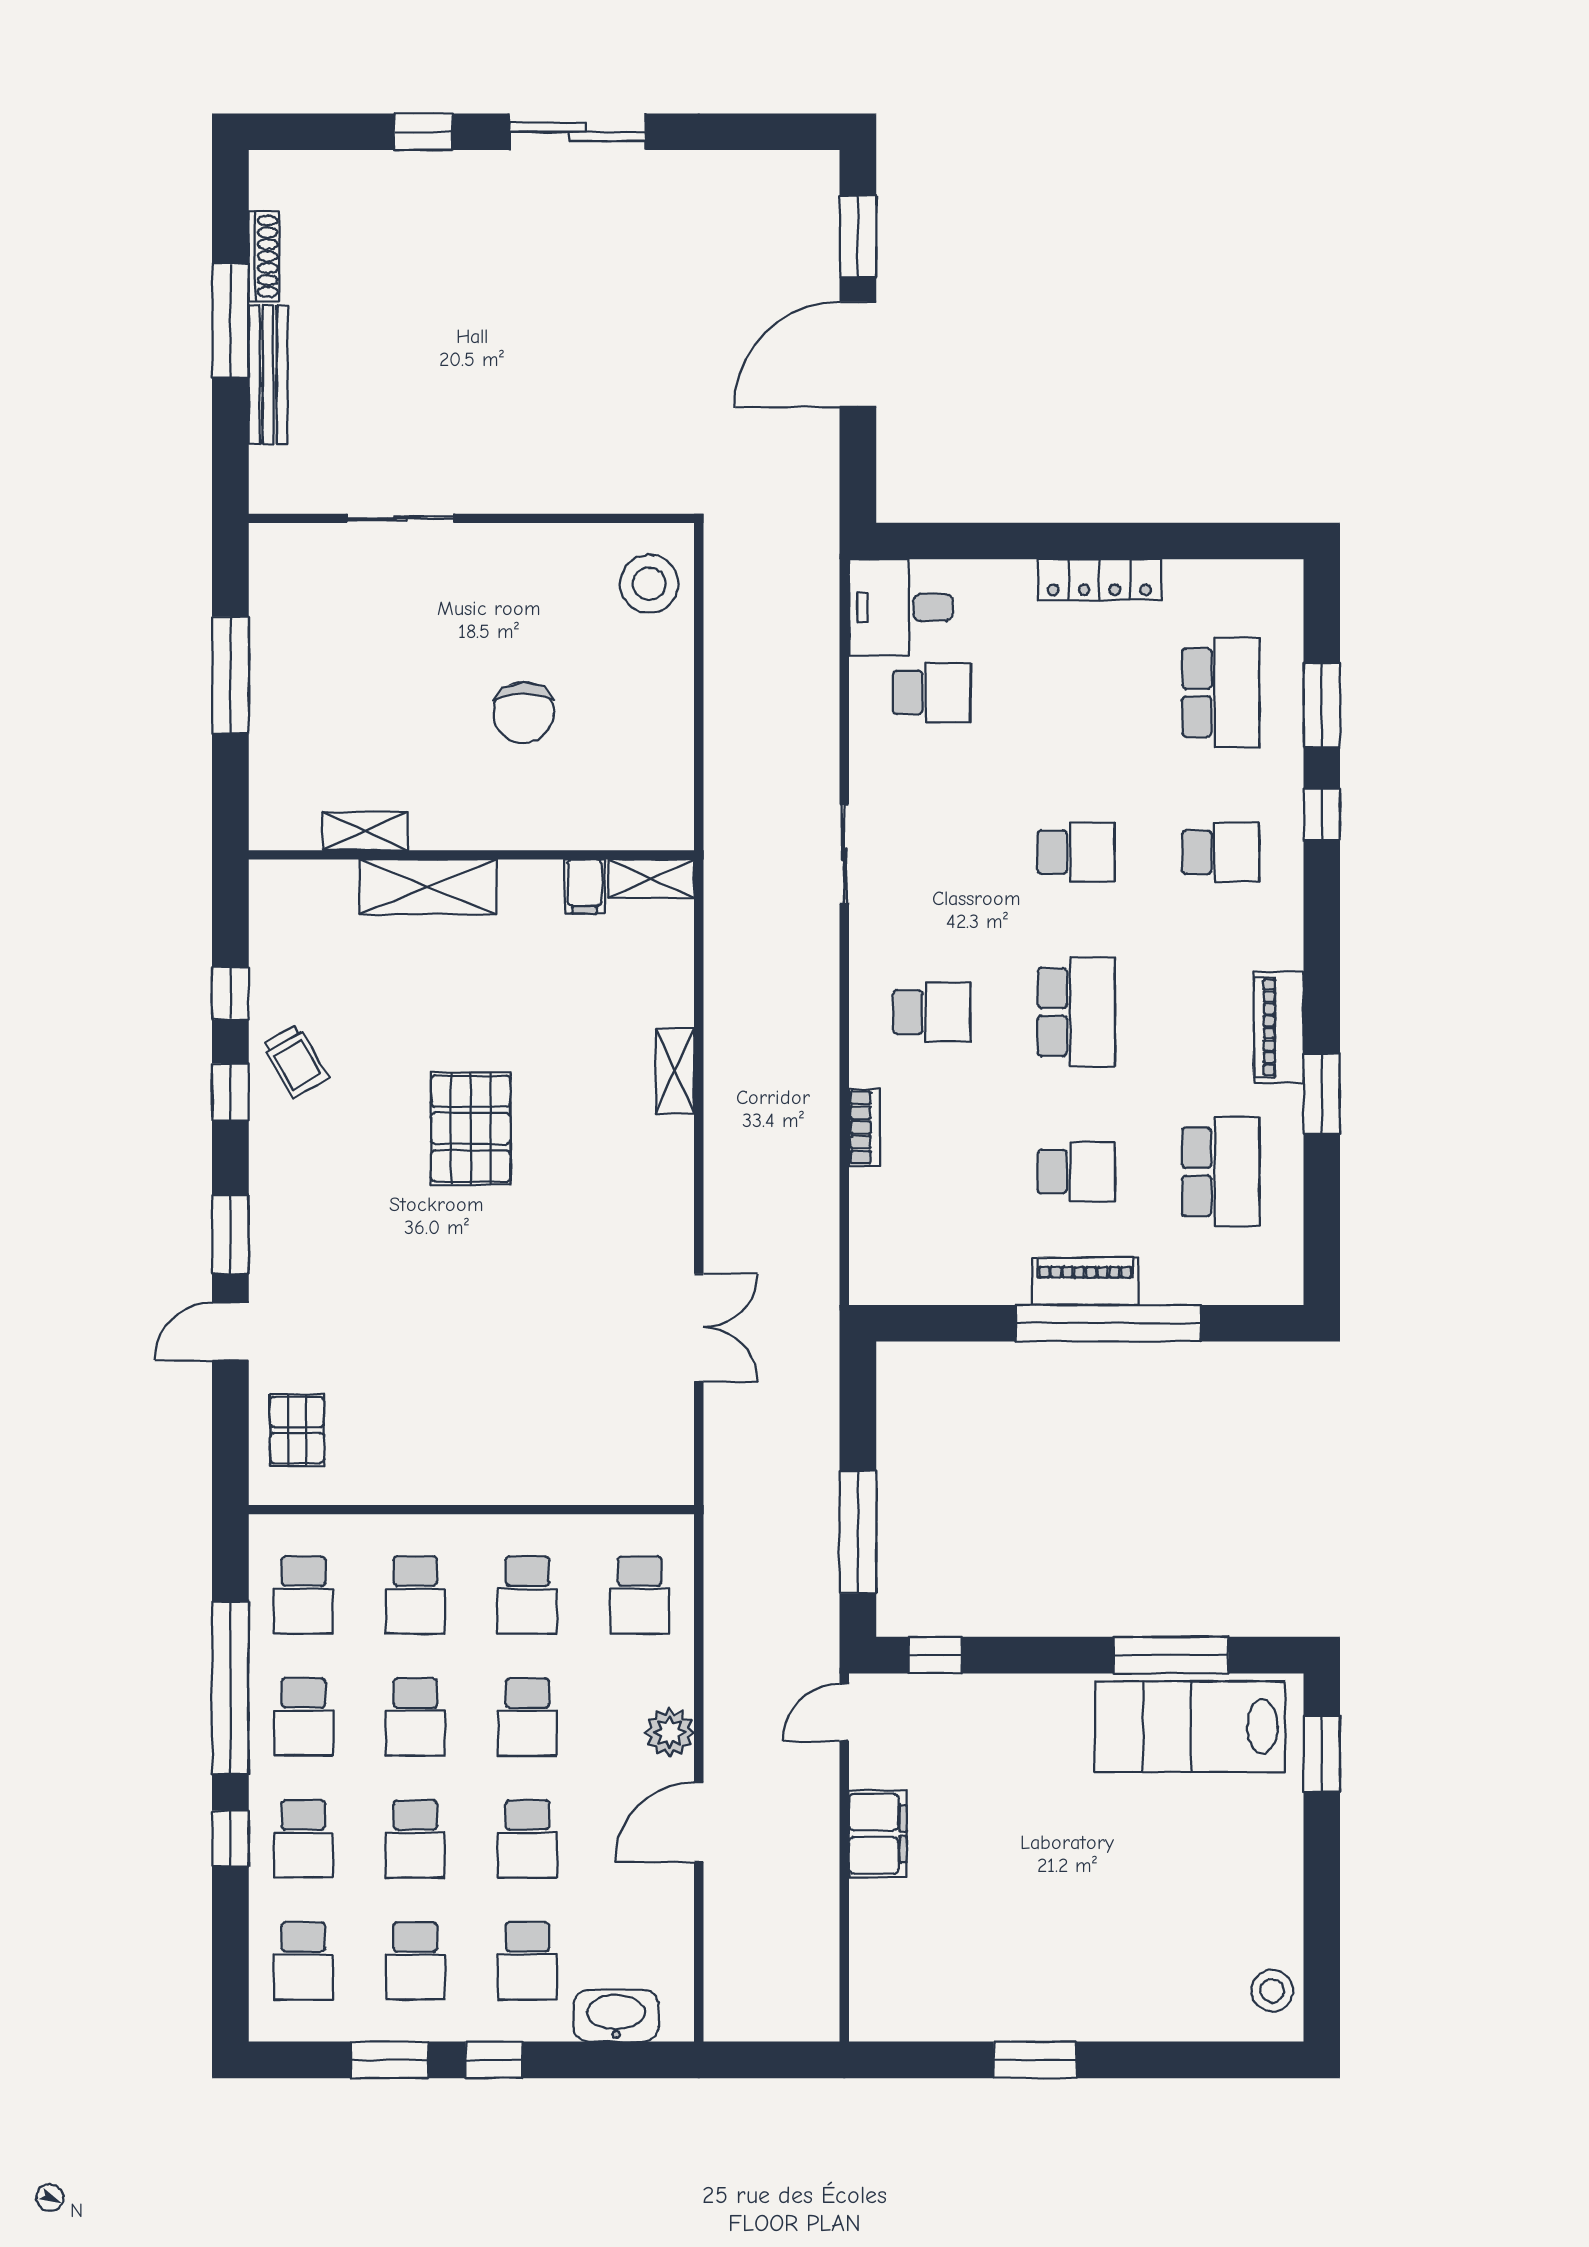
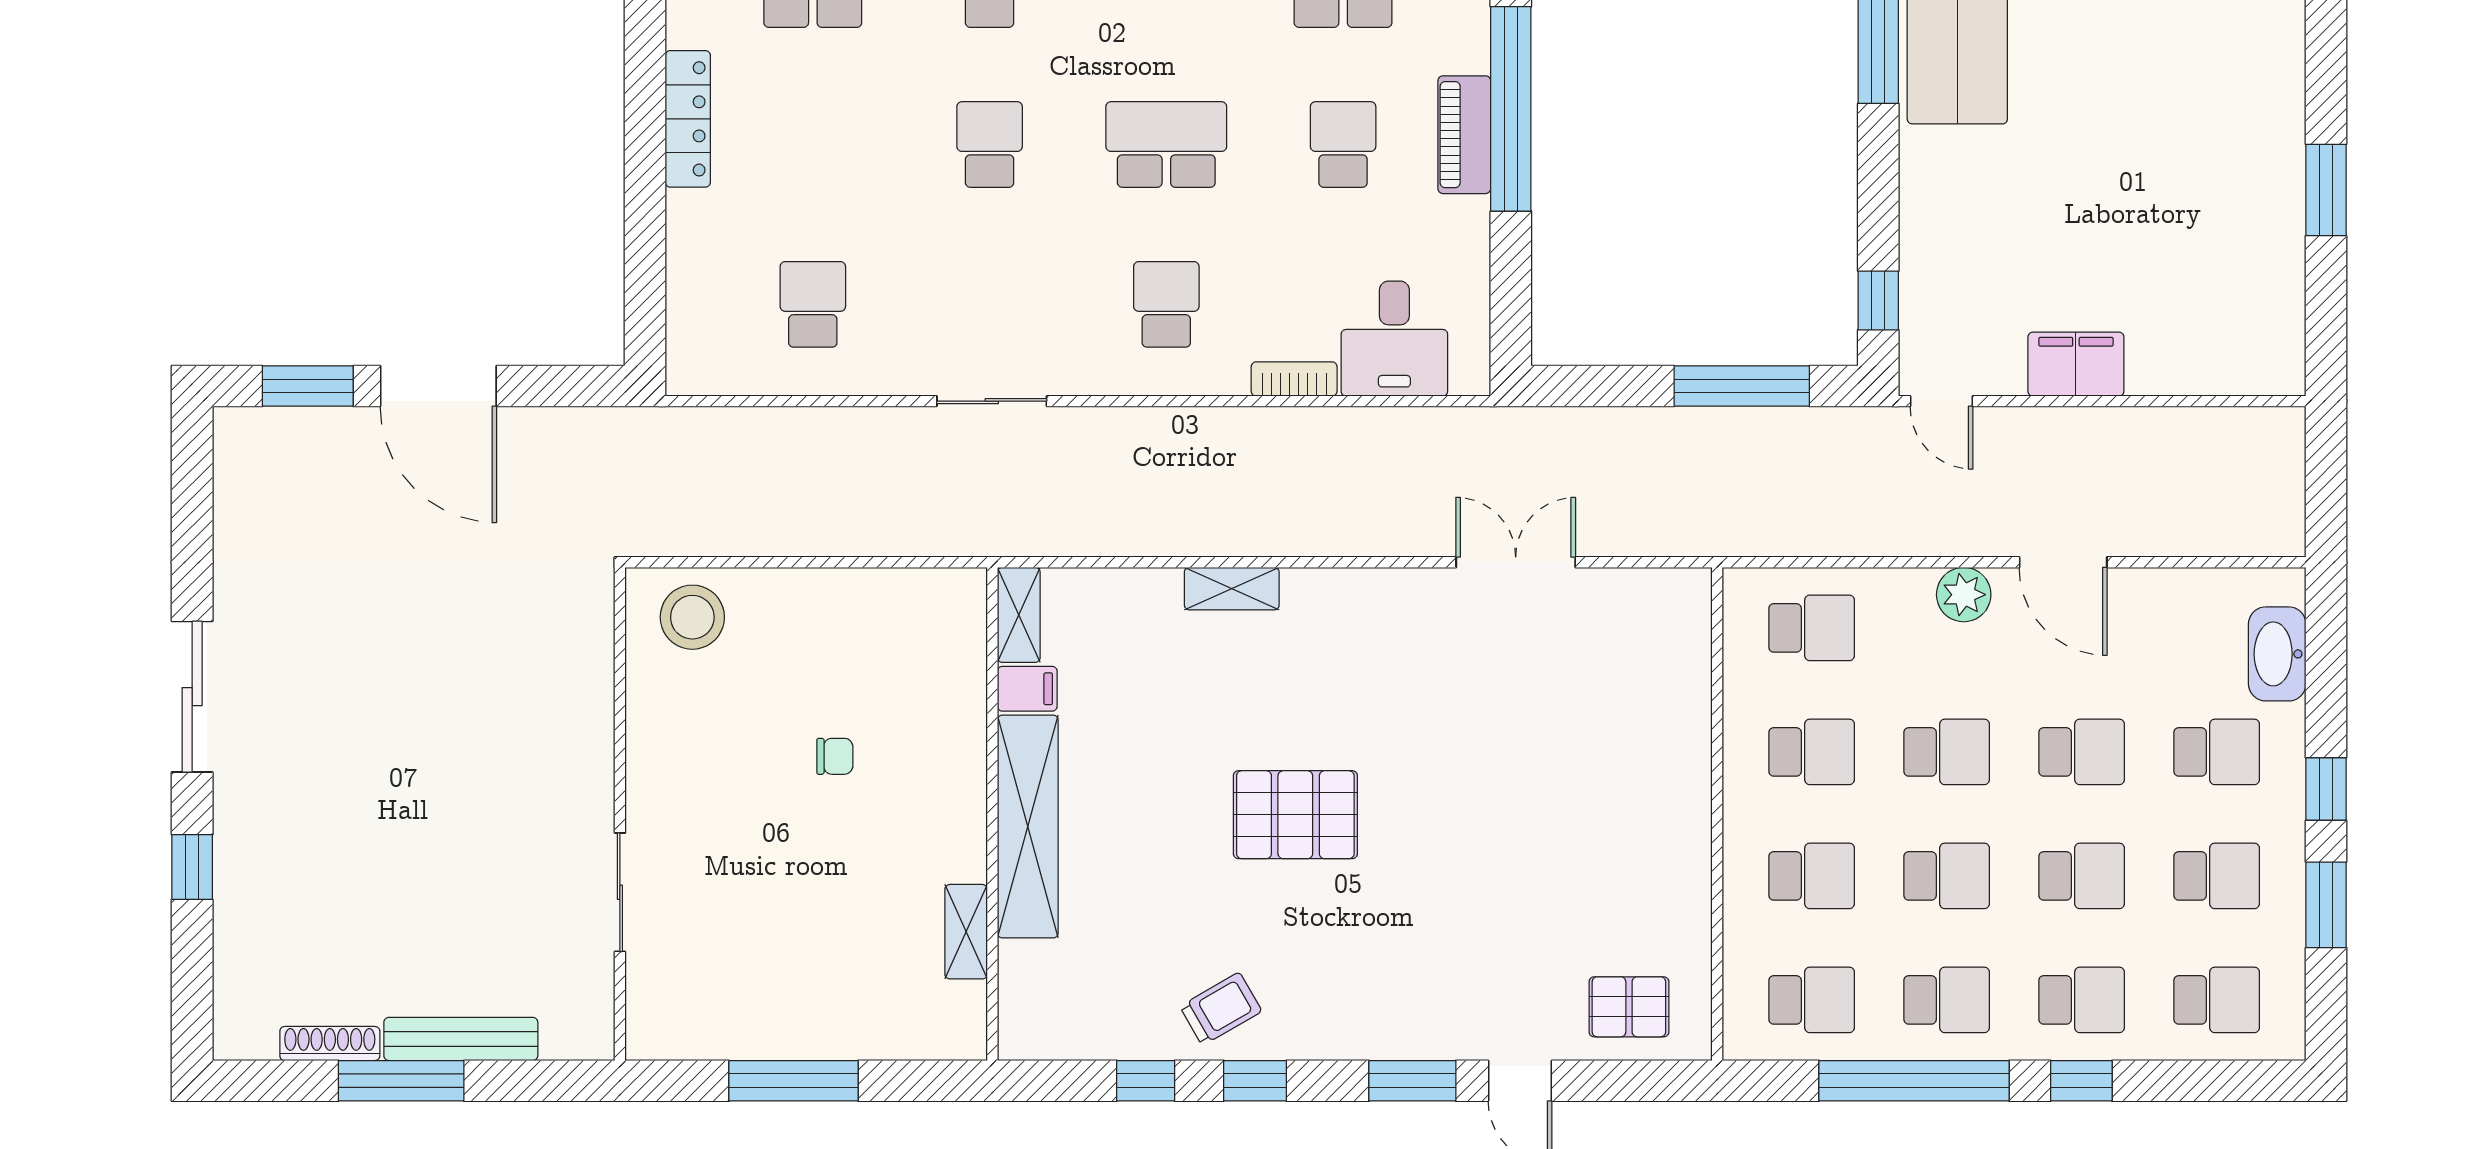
desk: (901, 607) -> (1394, 339), moved
chair: (523, 713) -> (835, 756), width x0.54, depth x0.54
shelving: (428, 887) -> (1028, 827), width x1.47

